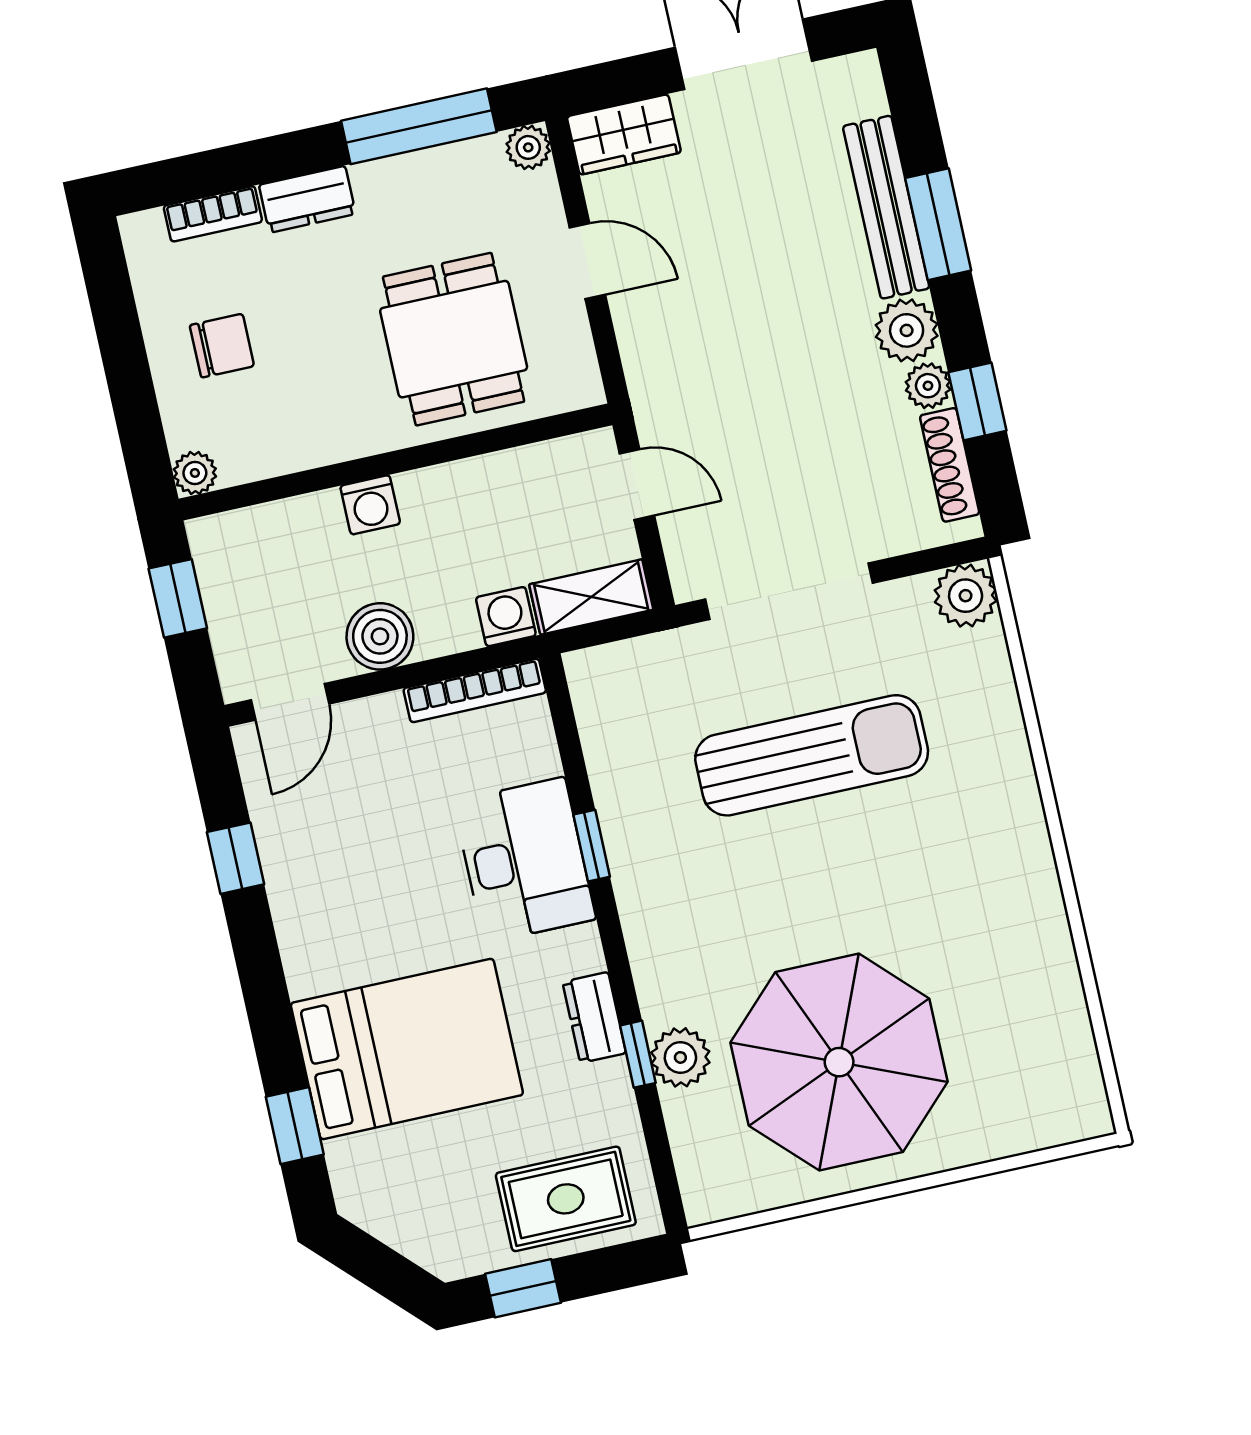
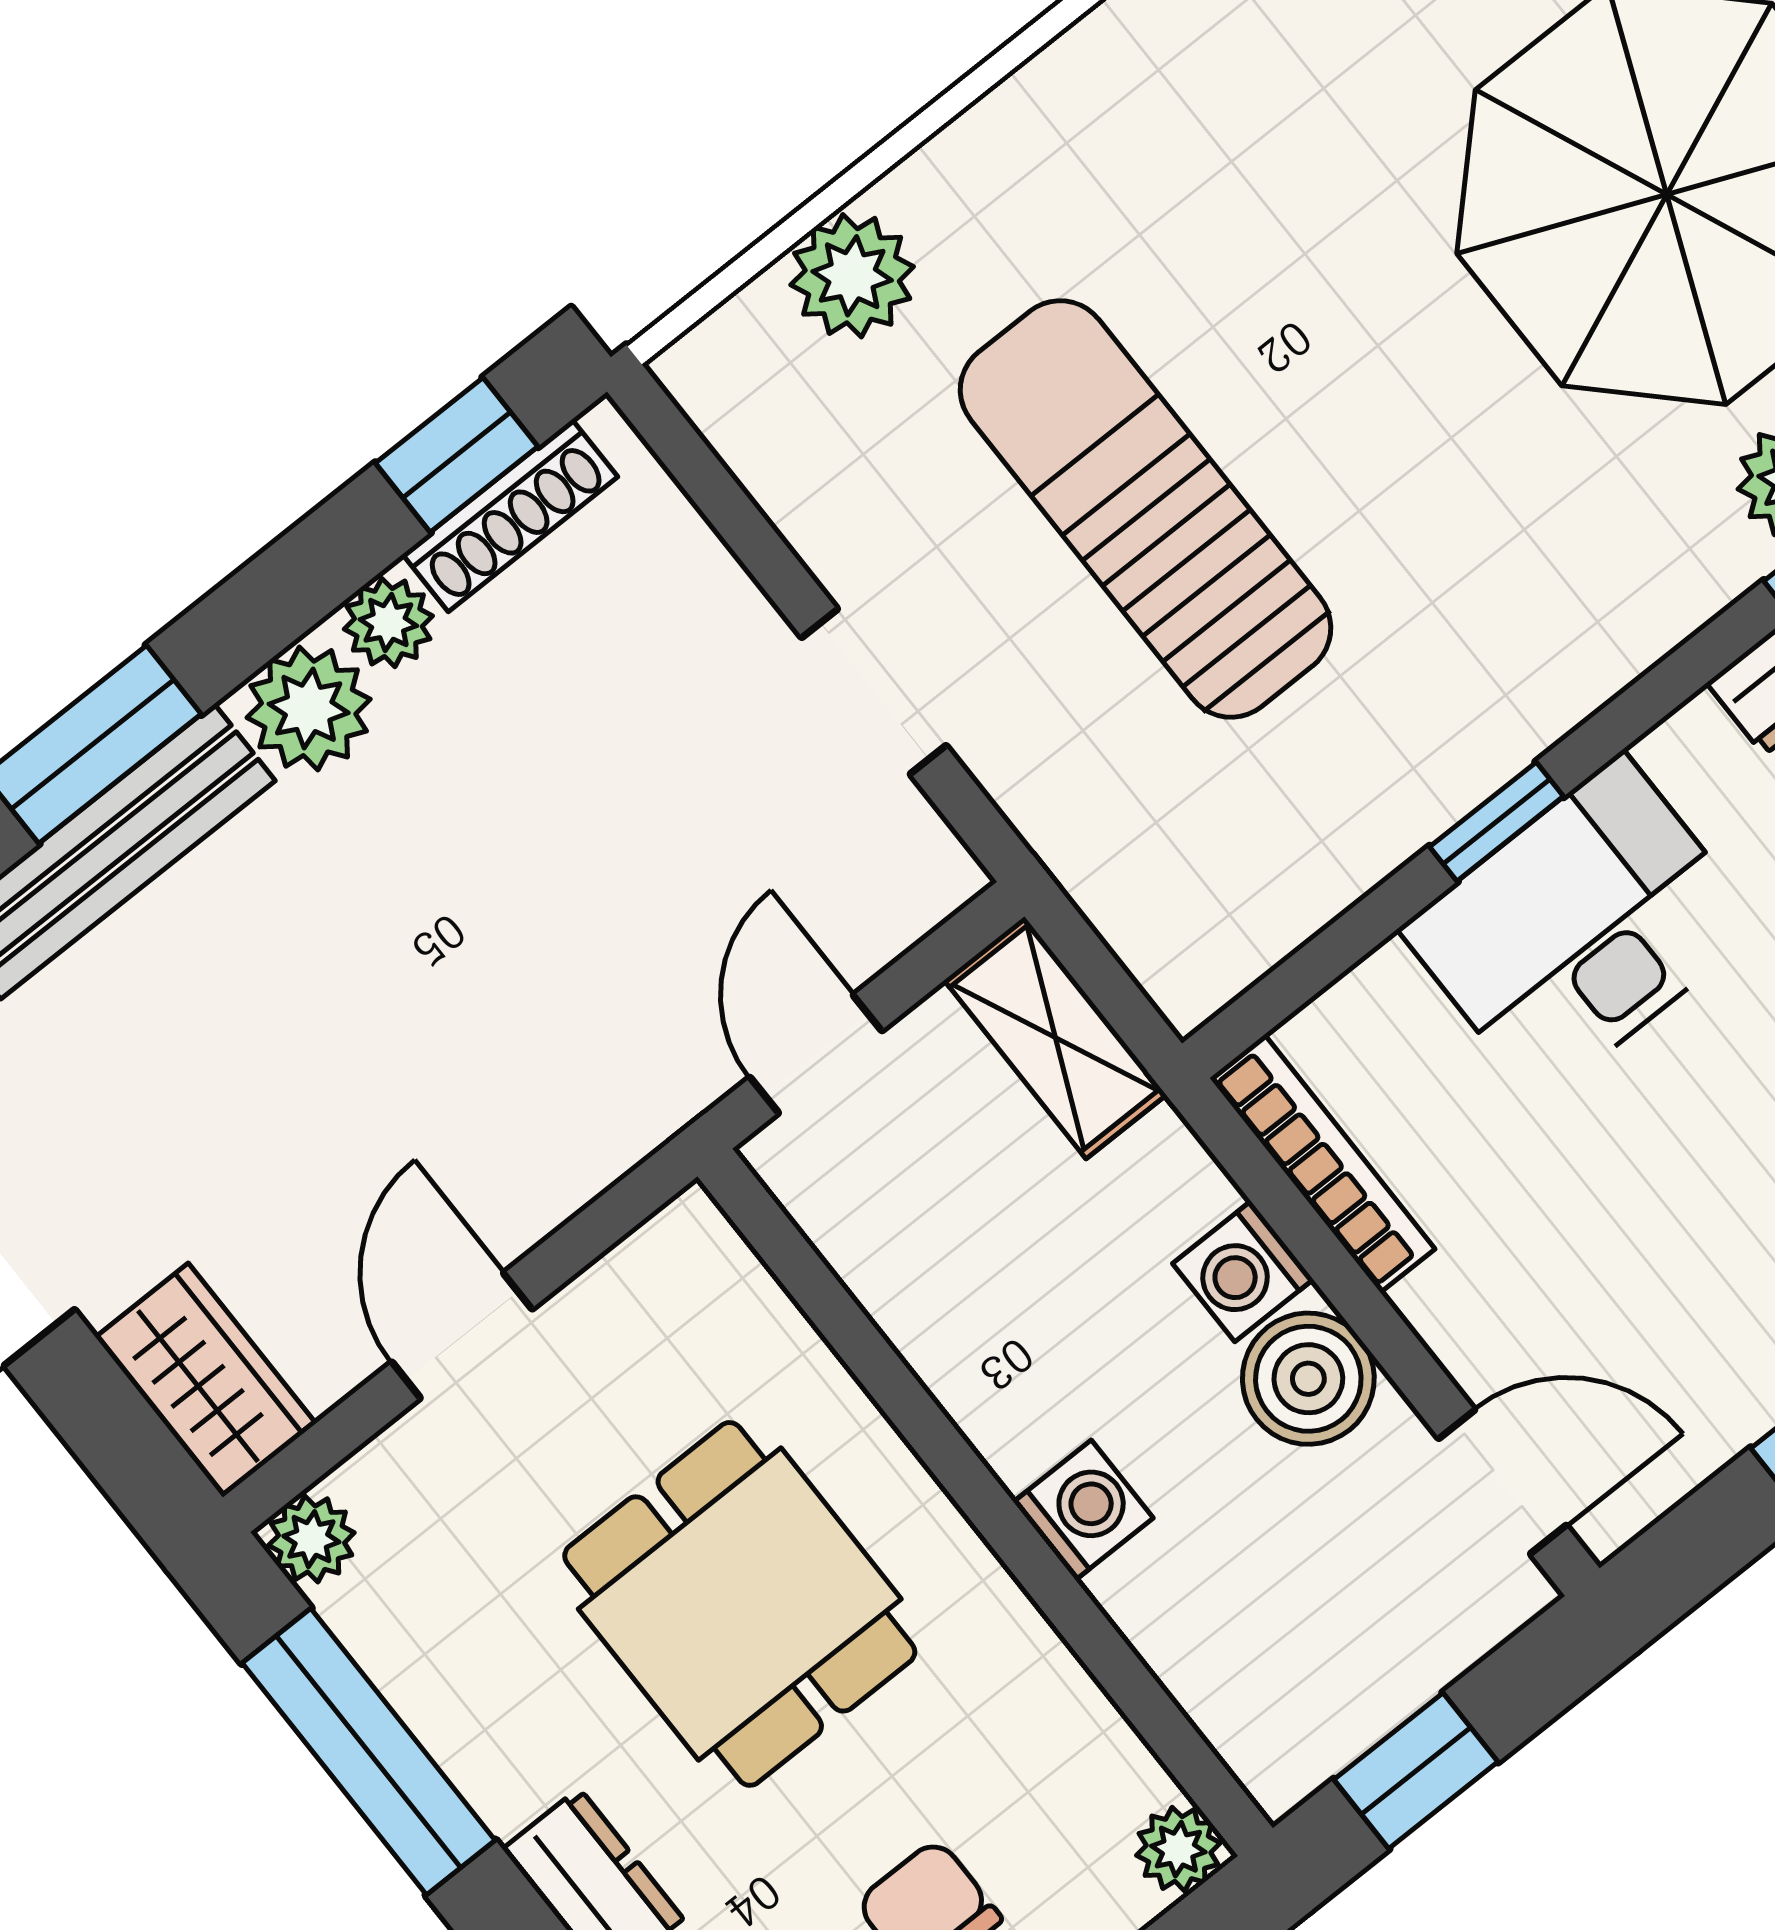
dining table: (454, 339) -> (740, 1604), moved, turned 90
window: (977, 402) -> (457, 455), moved
doorway: (789, 591) -> (874, 692), width x0.53
plant: (966, 596) -> (852, 276), moved
washing machine: (506, 617) -> (1243, 1271), moved

